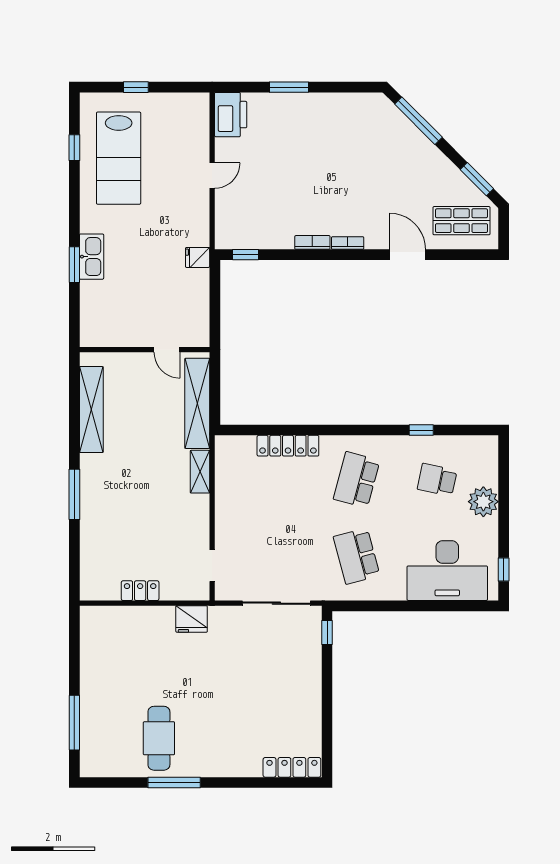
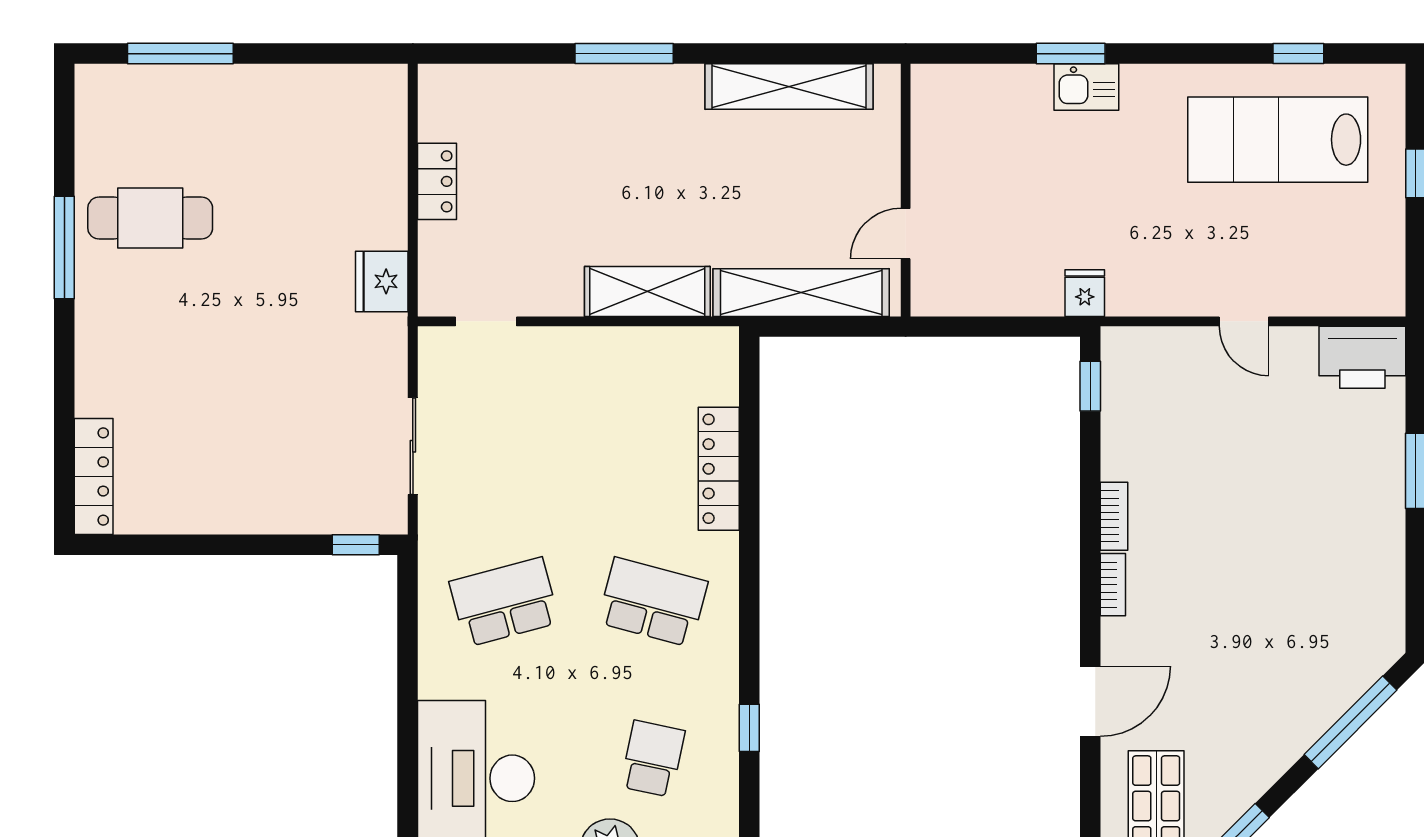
kitchen sink: (92, 257) -> (1086, 87), width x0.73
shelving: (200, 472) -> (647, 291), width x1.50, depth x1.33
sliding door: (276, 603) -> (413, 446), width x0.73

